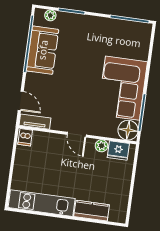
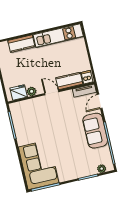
sofa: (43, 50) -> (95, 131), moved
corner sofa: (122, 88) -> (39, 165), moved
door: (21, 101) -> (100, 101), hinge flipped
floor lamp: (128, 130) -> (17, 109), removed
kitchen counter: (49, 141) -> (69, 81), added

